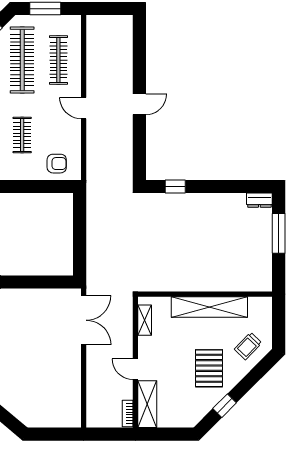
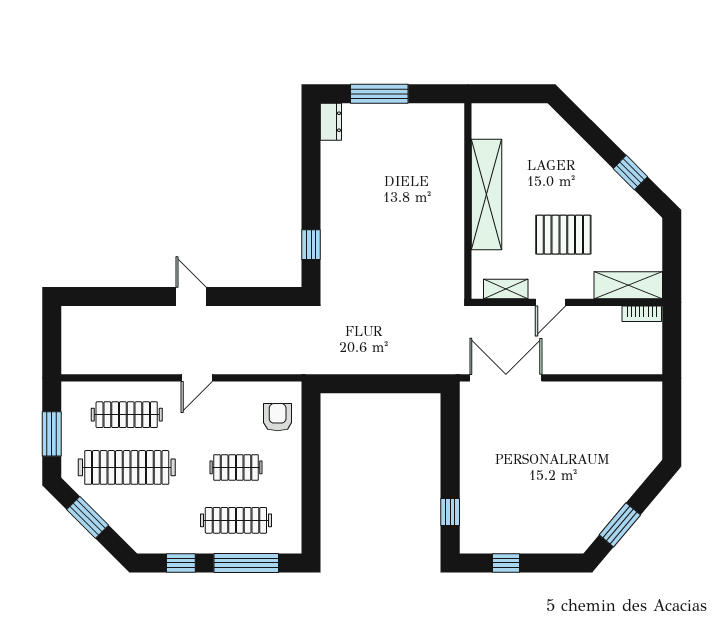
trolley: (248, 346) -> (543, 138), removed
pallet: (209, 368) -> (563, 235), moved
door: (135, 369) -> (551, 302), moved

